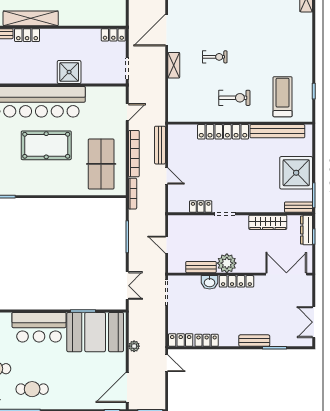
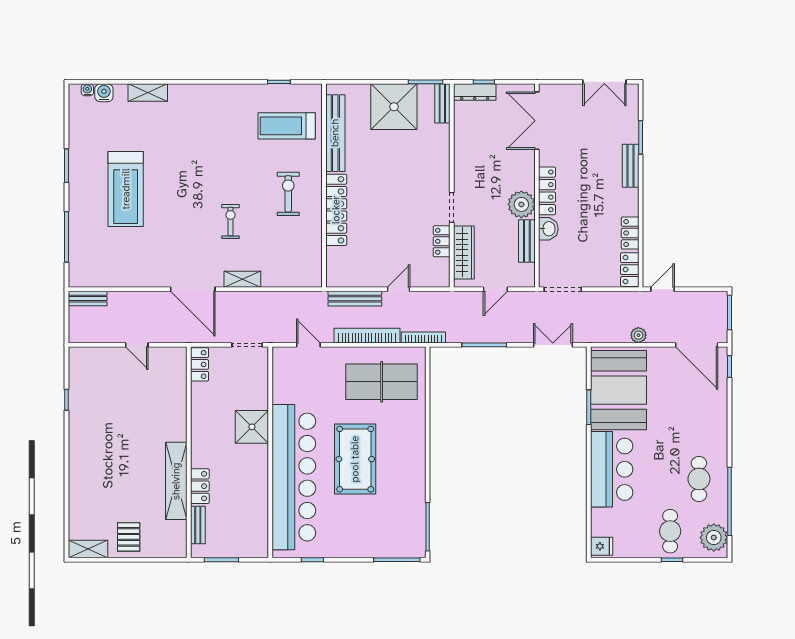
wardrobe: (268, 222) -> (464, 252), moved

